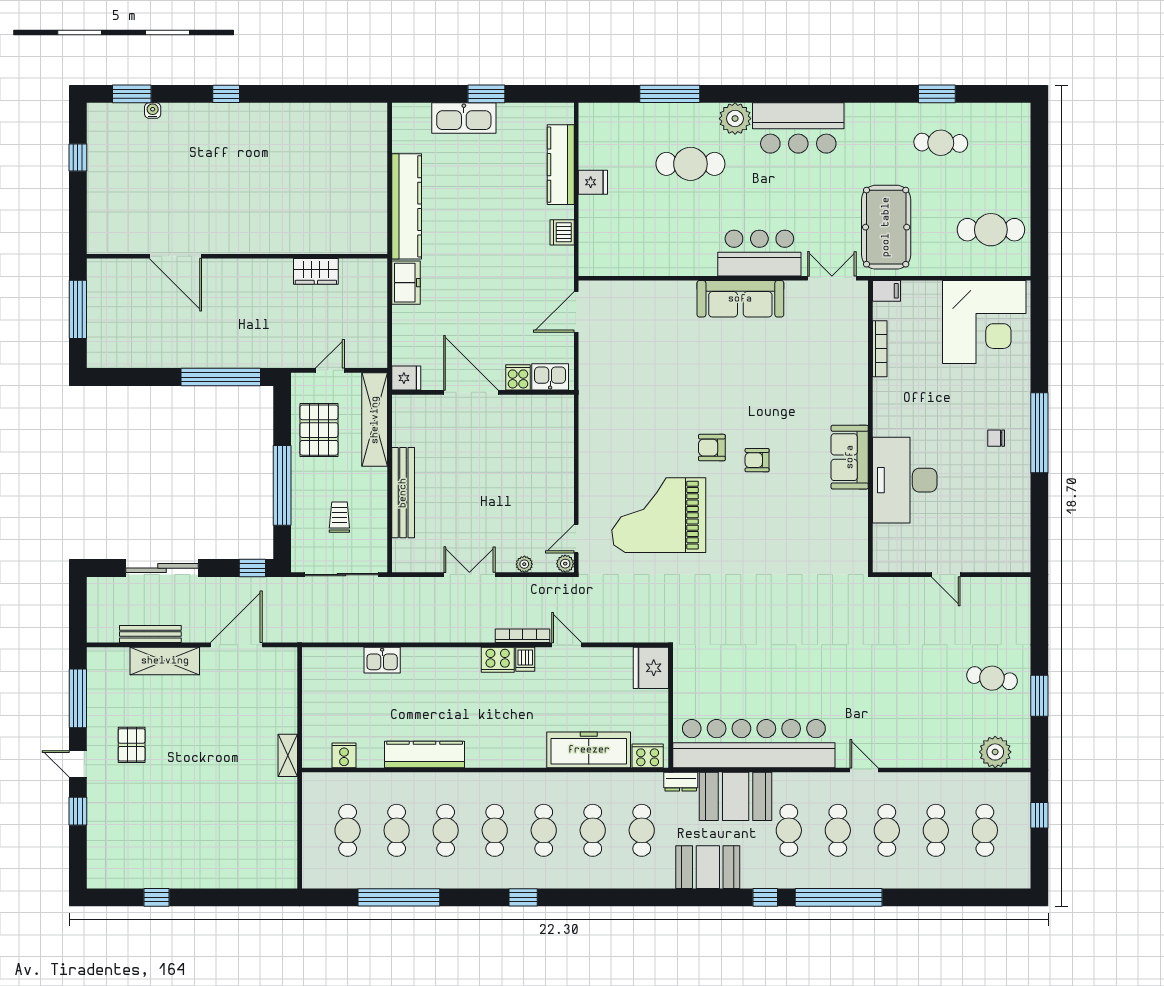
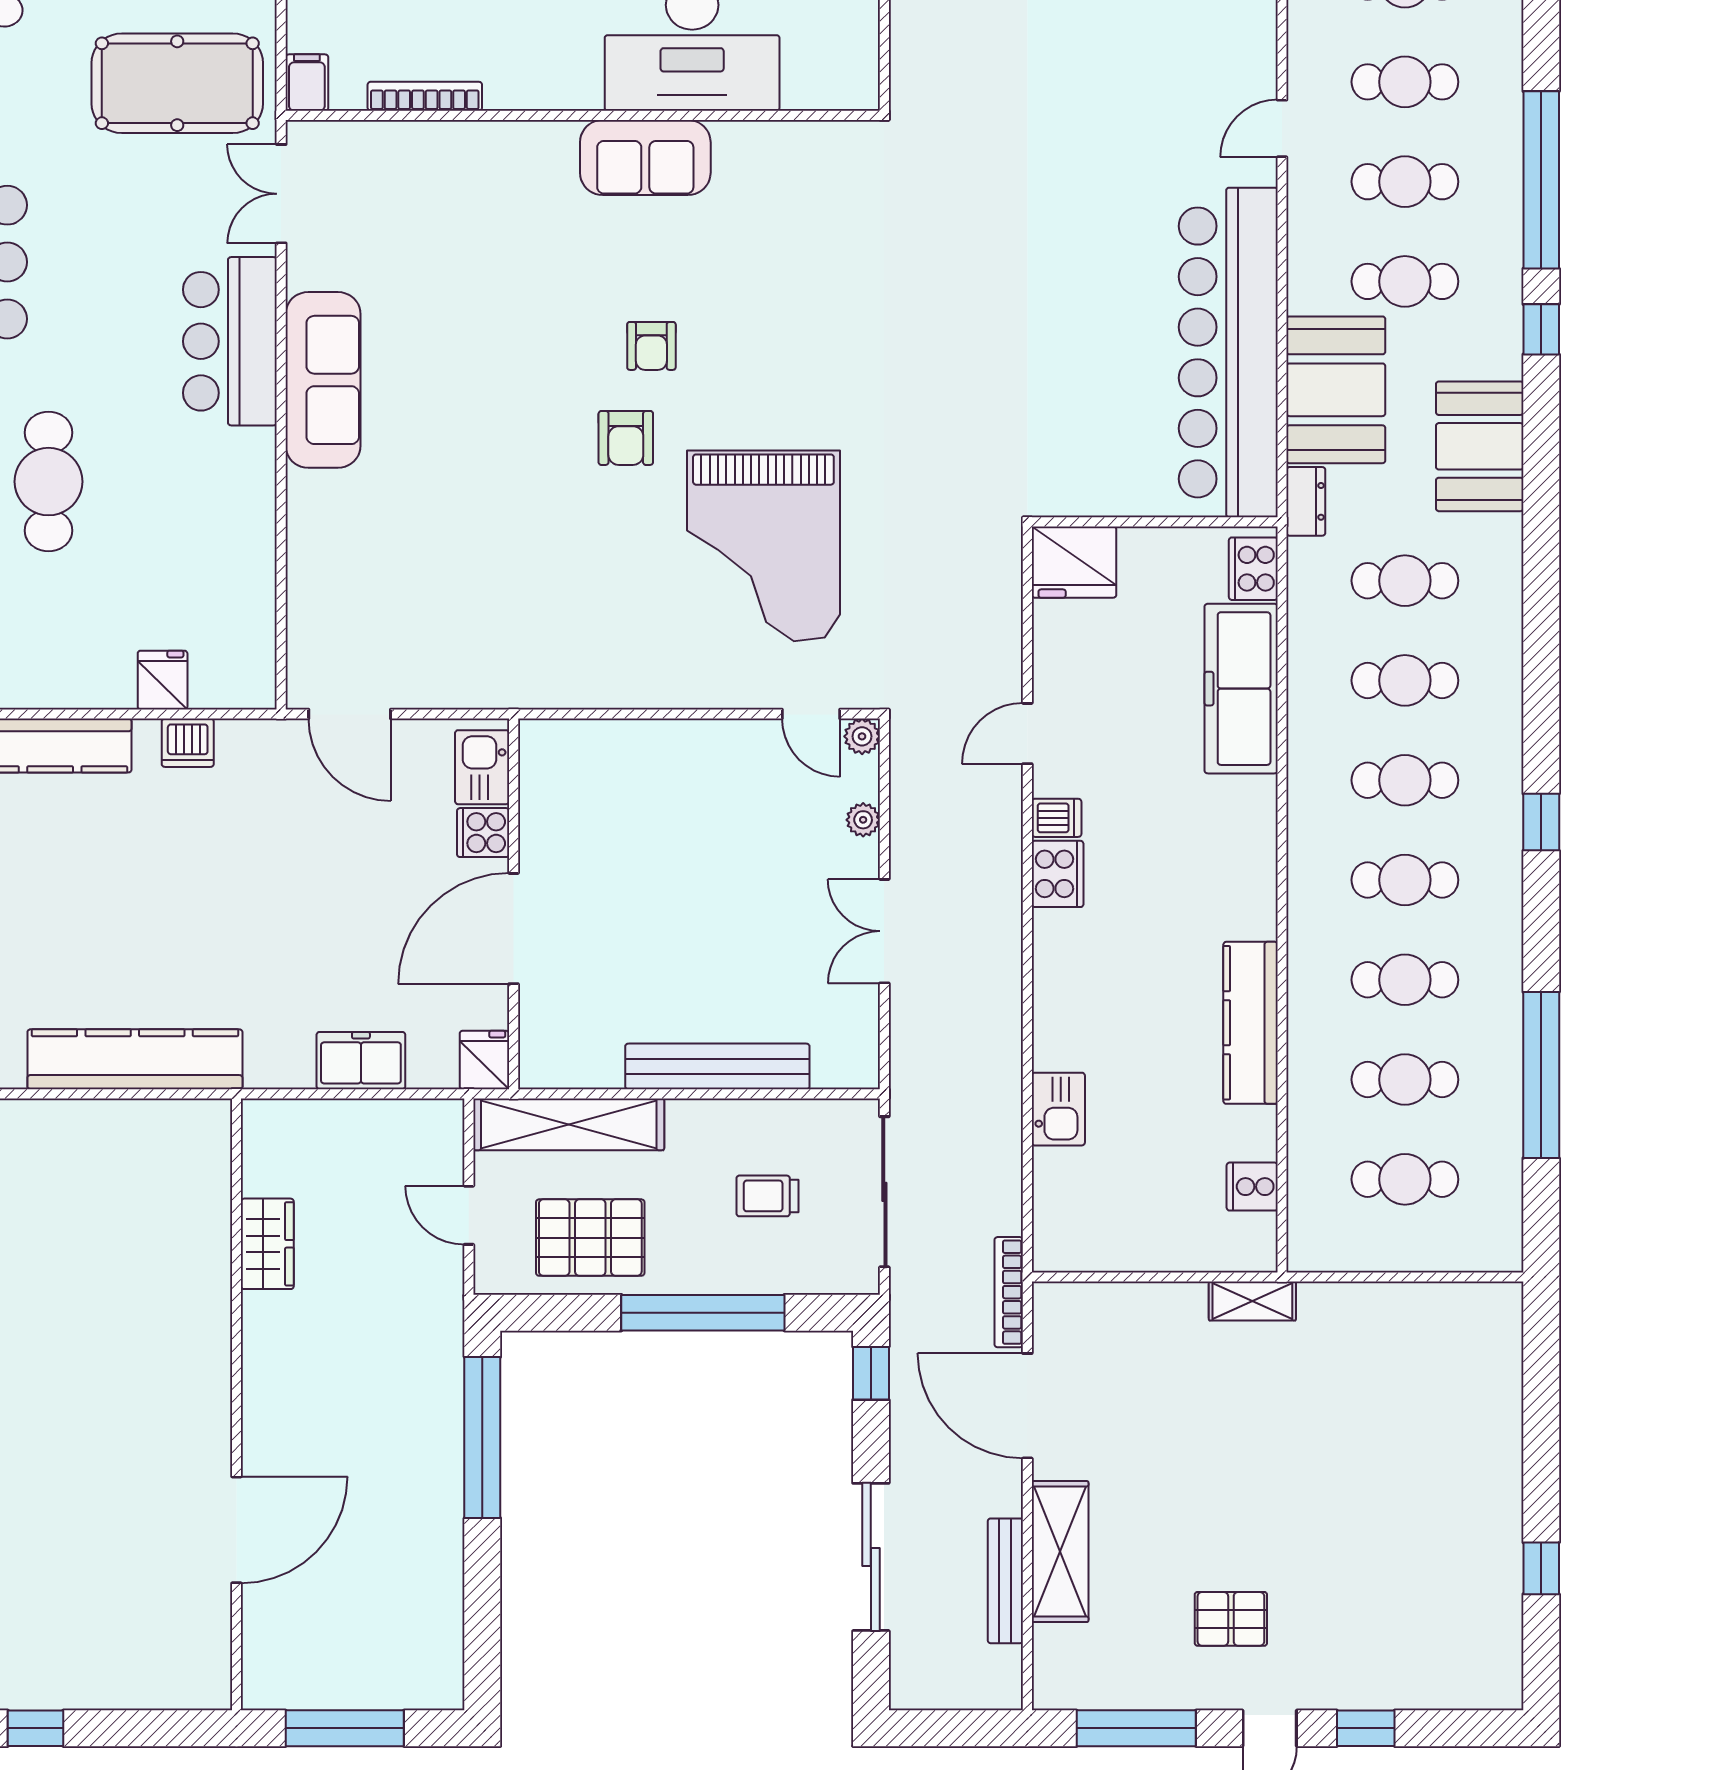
fridge: (593, 182) -> (163, 680), moved
freezer: (406, 283) -> (361, 1061), moved
bookcase: (523, 636) -> (1009, 1292), moved

